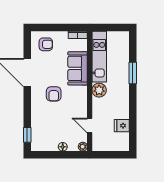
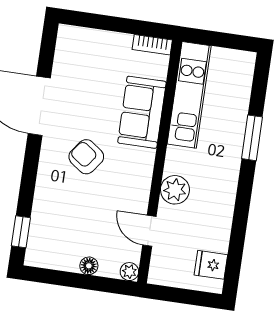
armchair: (46, 44) -> (85, 54), removed
plant: (99, 90) -> (175, 190), moved
armchair: (54, 94) -> (86, 157), turned 126
fridge: (122, 126) -> (211, 265), moved

